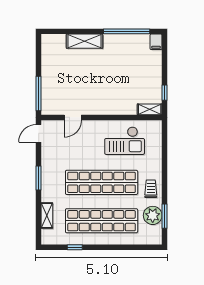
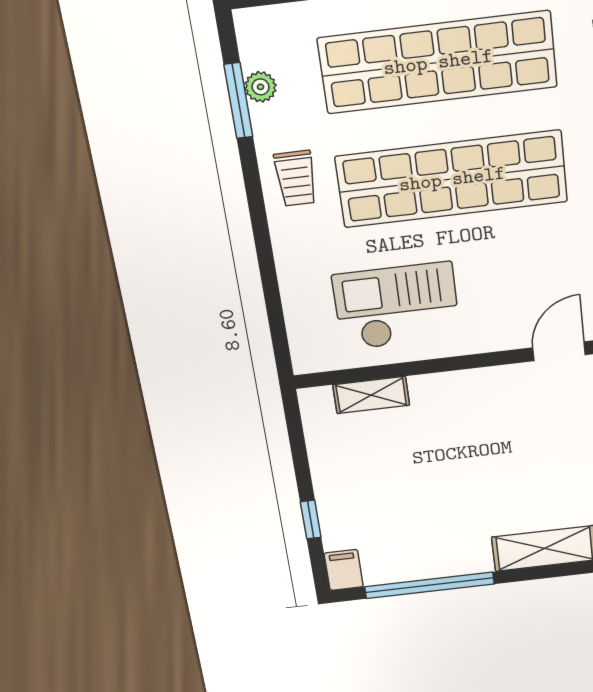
window: (165, 93) -> (311, 520), moved
shelving: (150, 109) -> (371, 395), moved
plant: (153, 215) -> (261, 87), width x0.53, depth x0.53

